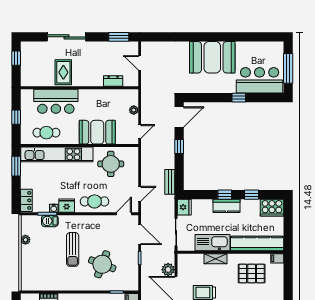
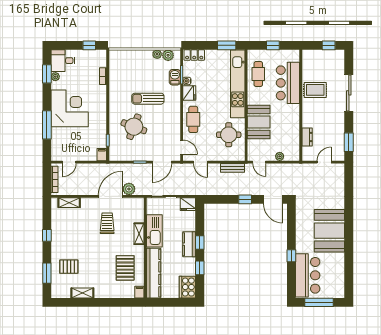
bench: (170, 182) -> (233, 168), moved
plant: (27, 228) -> (168, 55), added

